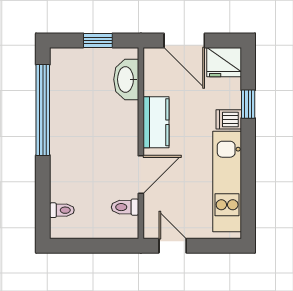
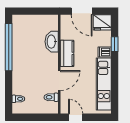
window: (98, 40) -> (37, 11), removed
washbasin: (126, 79) -> (52, 42), moved

